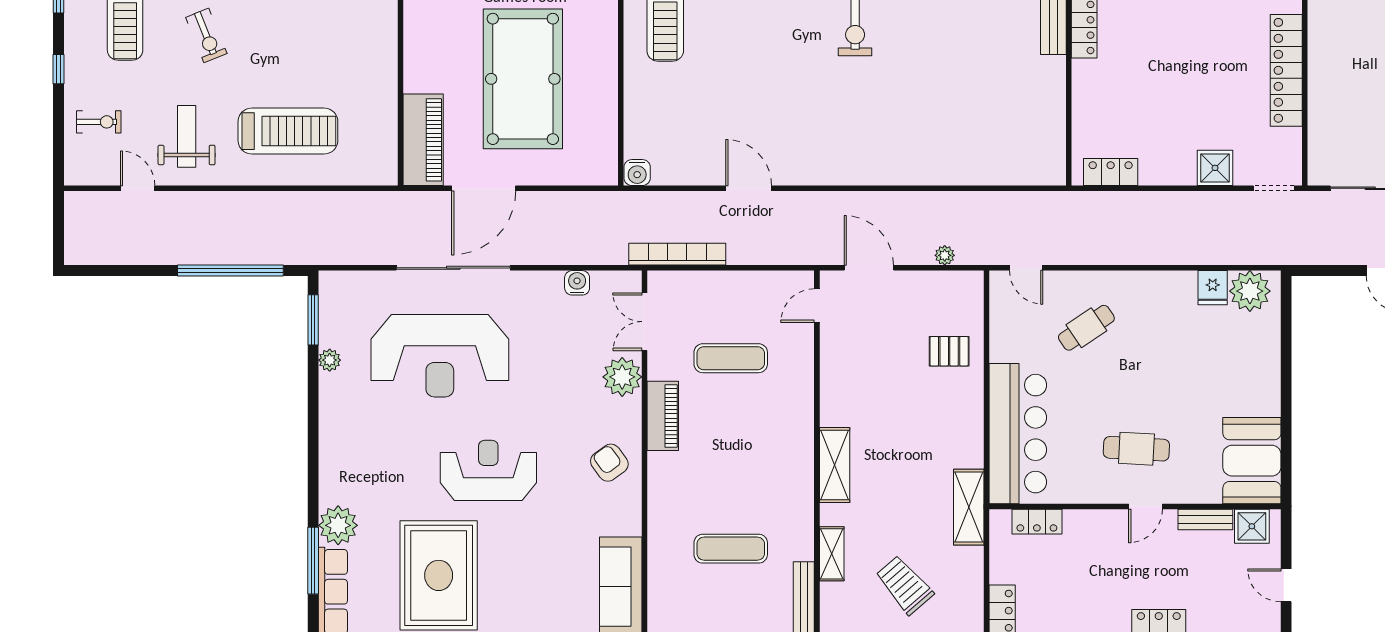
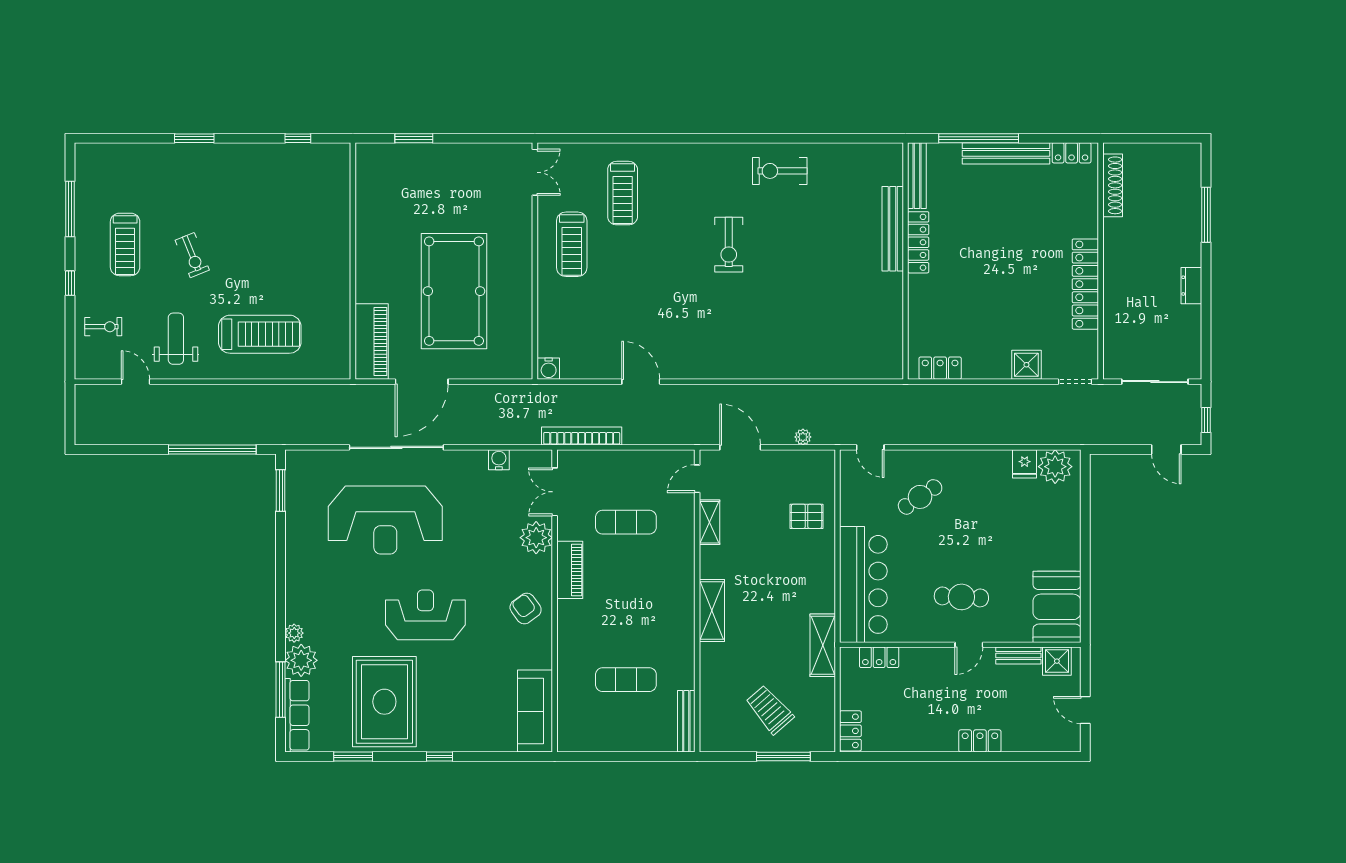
plant: (330, 360) -> (294, 633), moved
shelving: (832, 554) -> (709, 522), moved

